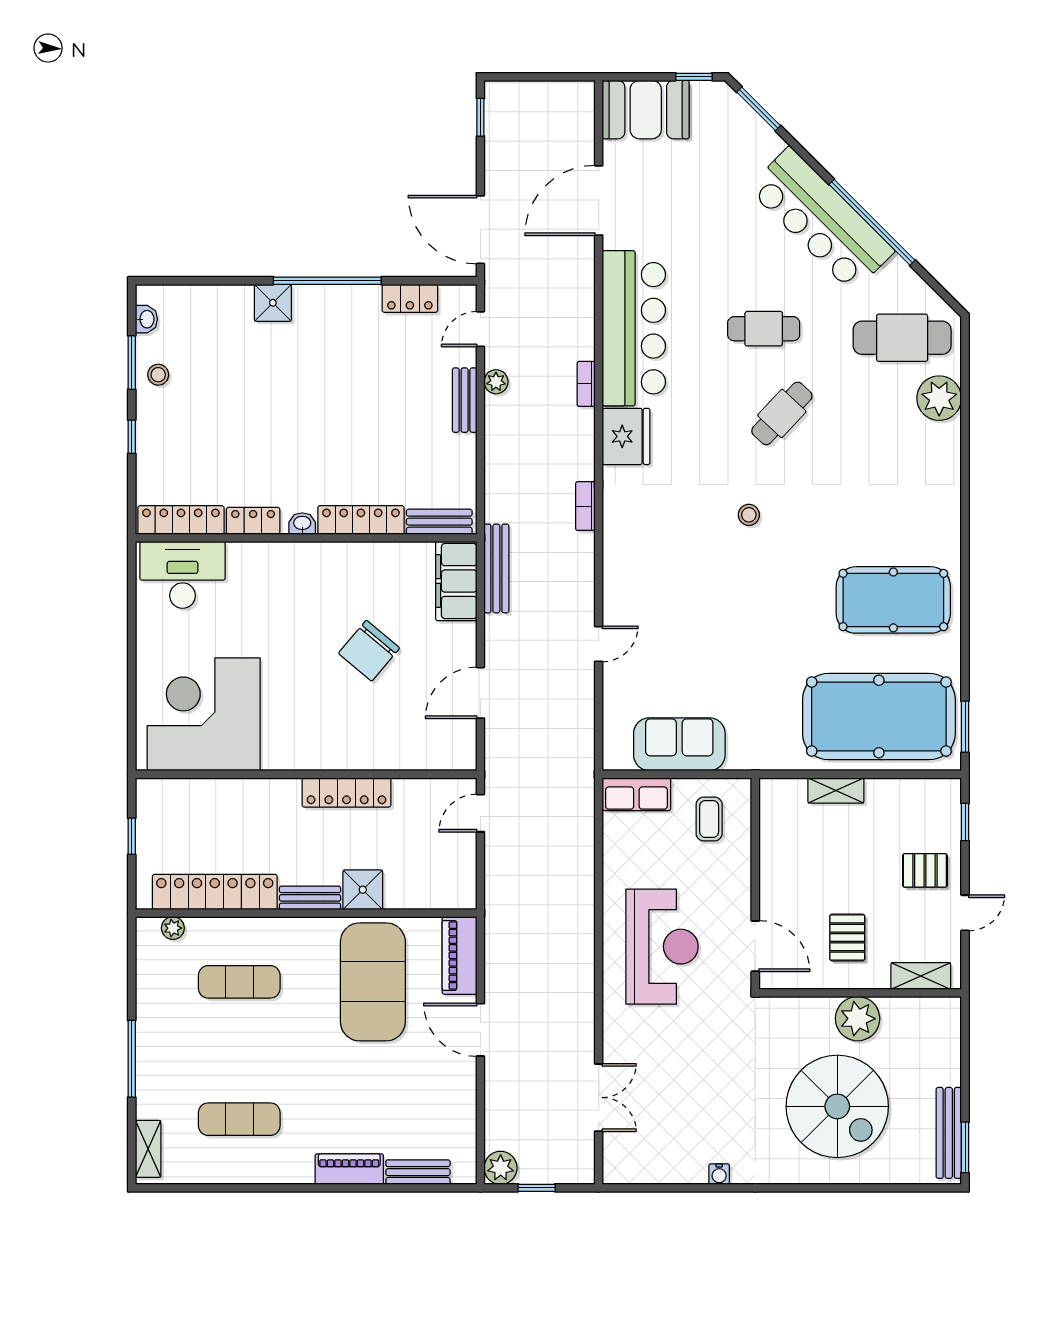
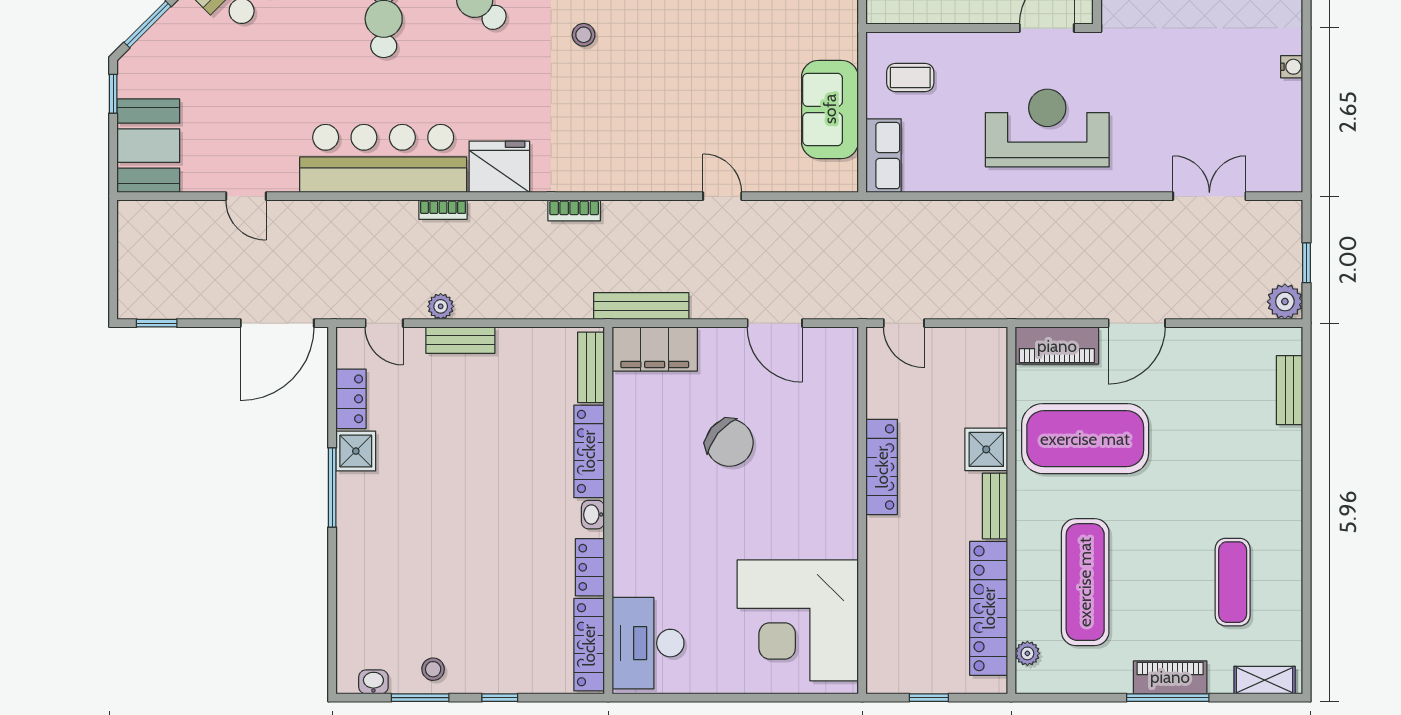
door: (599, 200) -> (246, 196), width x0.53
window: (327, 281) -> (332, 488), width x0.68
shower: (273, 303) -> (356, 451), moved
exercise mat: (239, 982) -> (1085, 582), width x1.36, depth x1.45
piano: (349, 1169) -> (1170, 677), moved, turned 90

